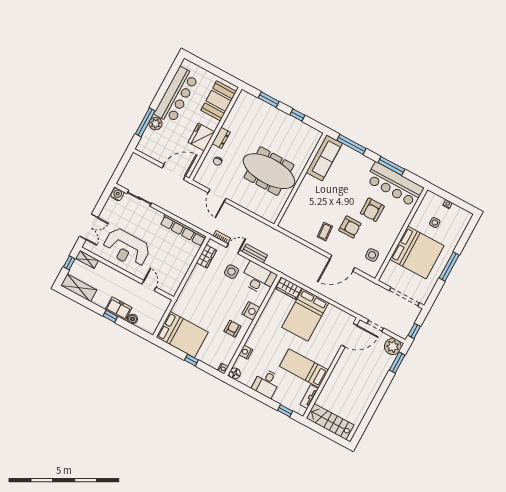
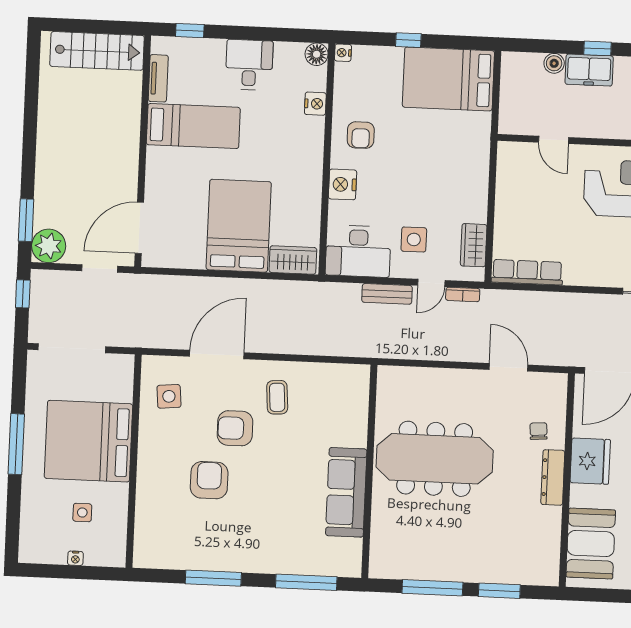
window: (297, 115) -> (432, 588), width x2.17
dresser: (221, 138) -> (553, 477), width x1.44
sofa: (324, 158) -> (346, 492), moved
bar counter: (395, 184) -> (191, 547), removed
row of seats: (183, 230) -> (527, 272), width x0.73

